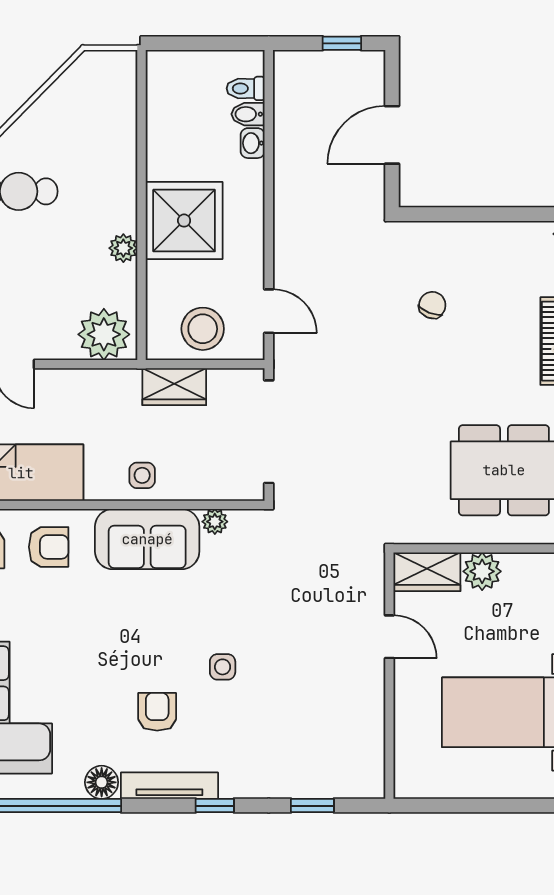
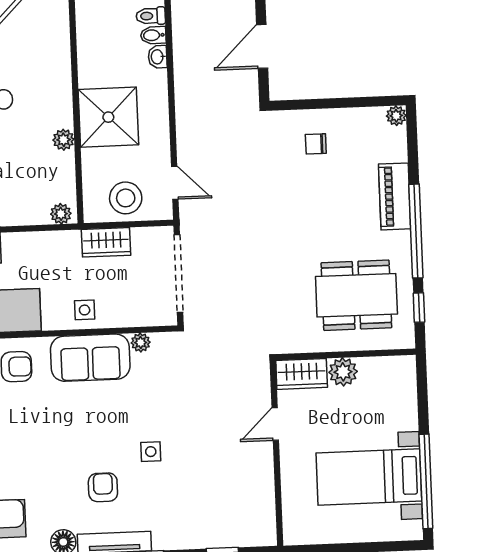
chair: (432, 305) -> (316, 144), moved, turned -112
plant: (104, 334) -> (61, 214), width x0.53, depth x0.53
door: (389, 637) -> (275, 424), swing flipped

